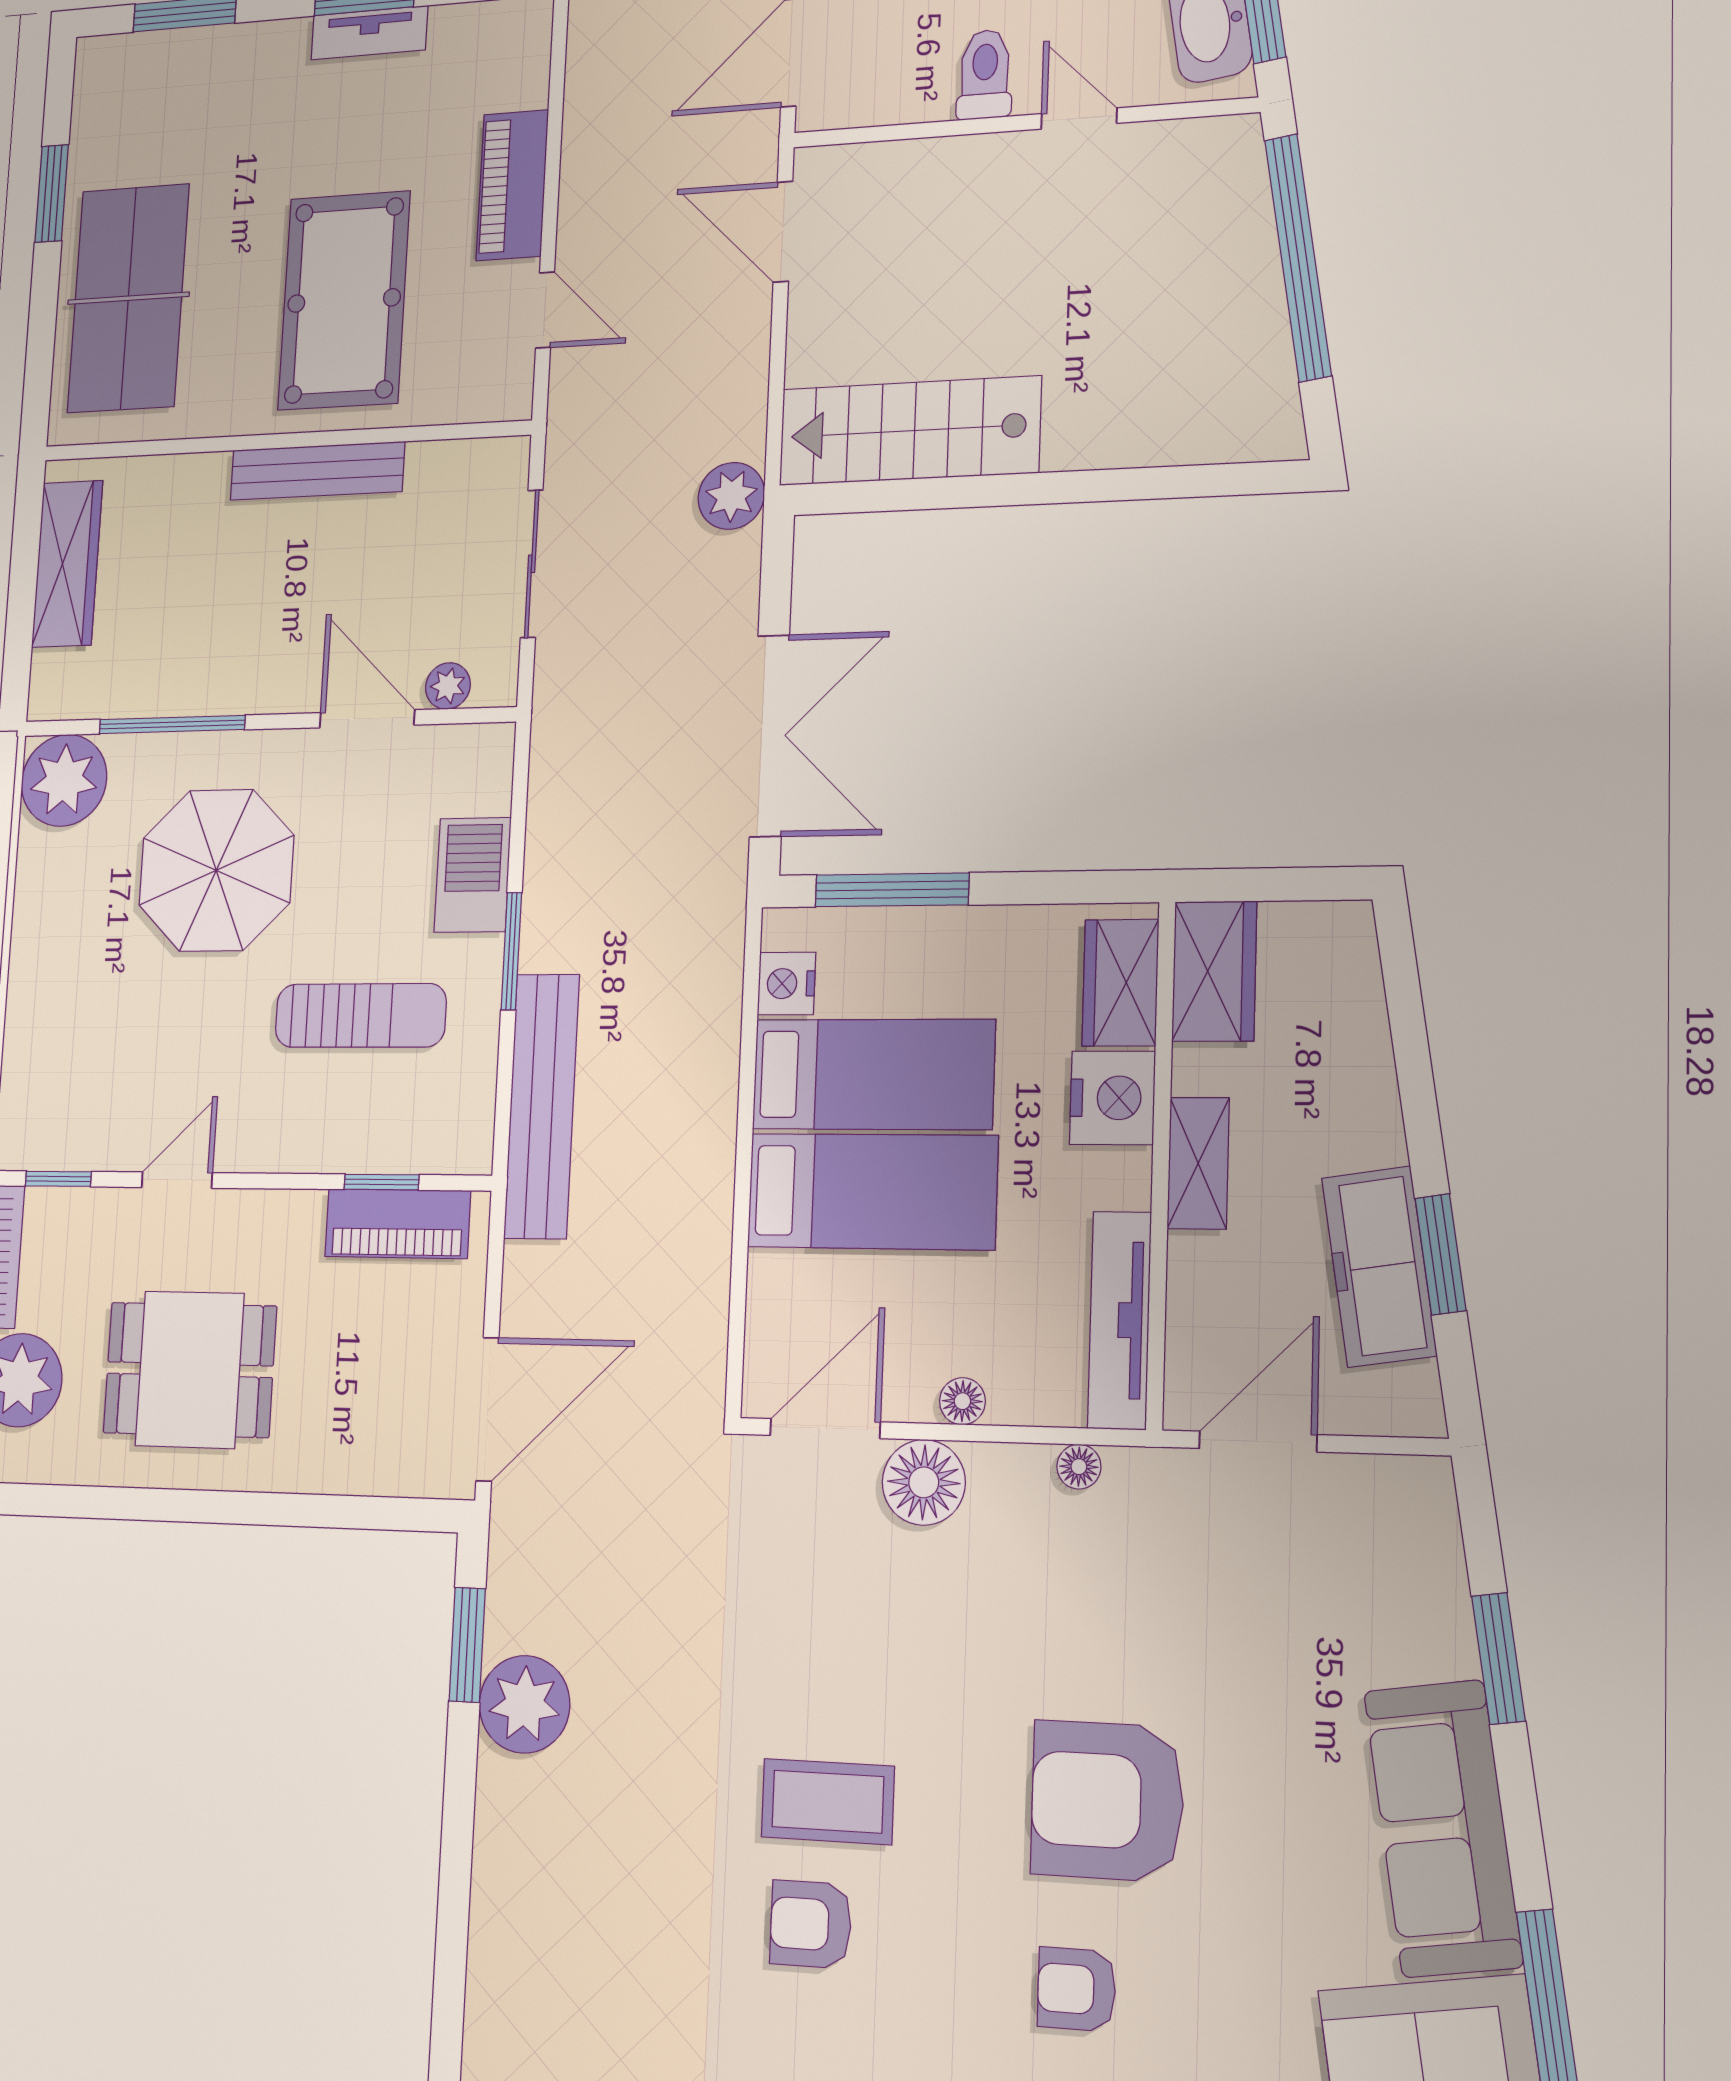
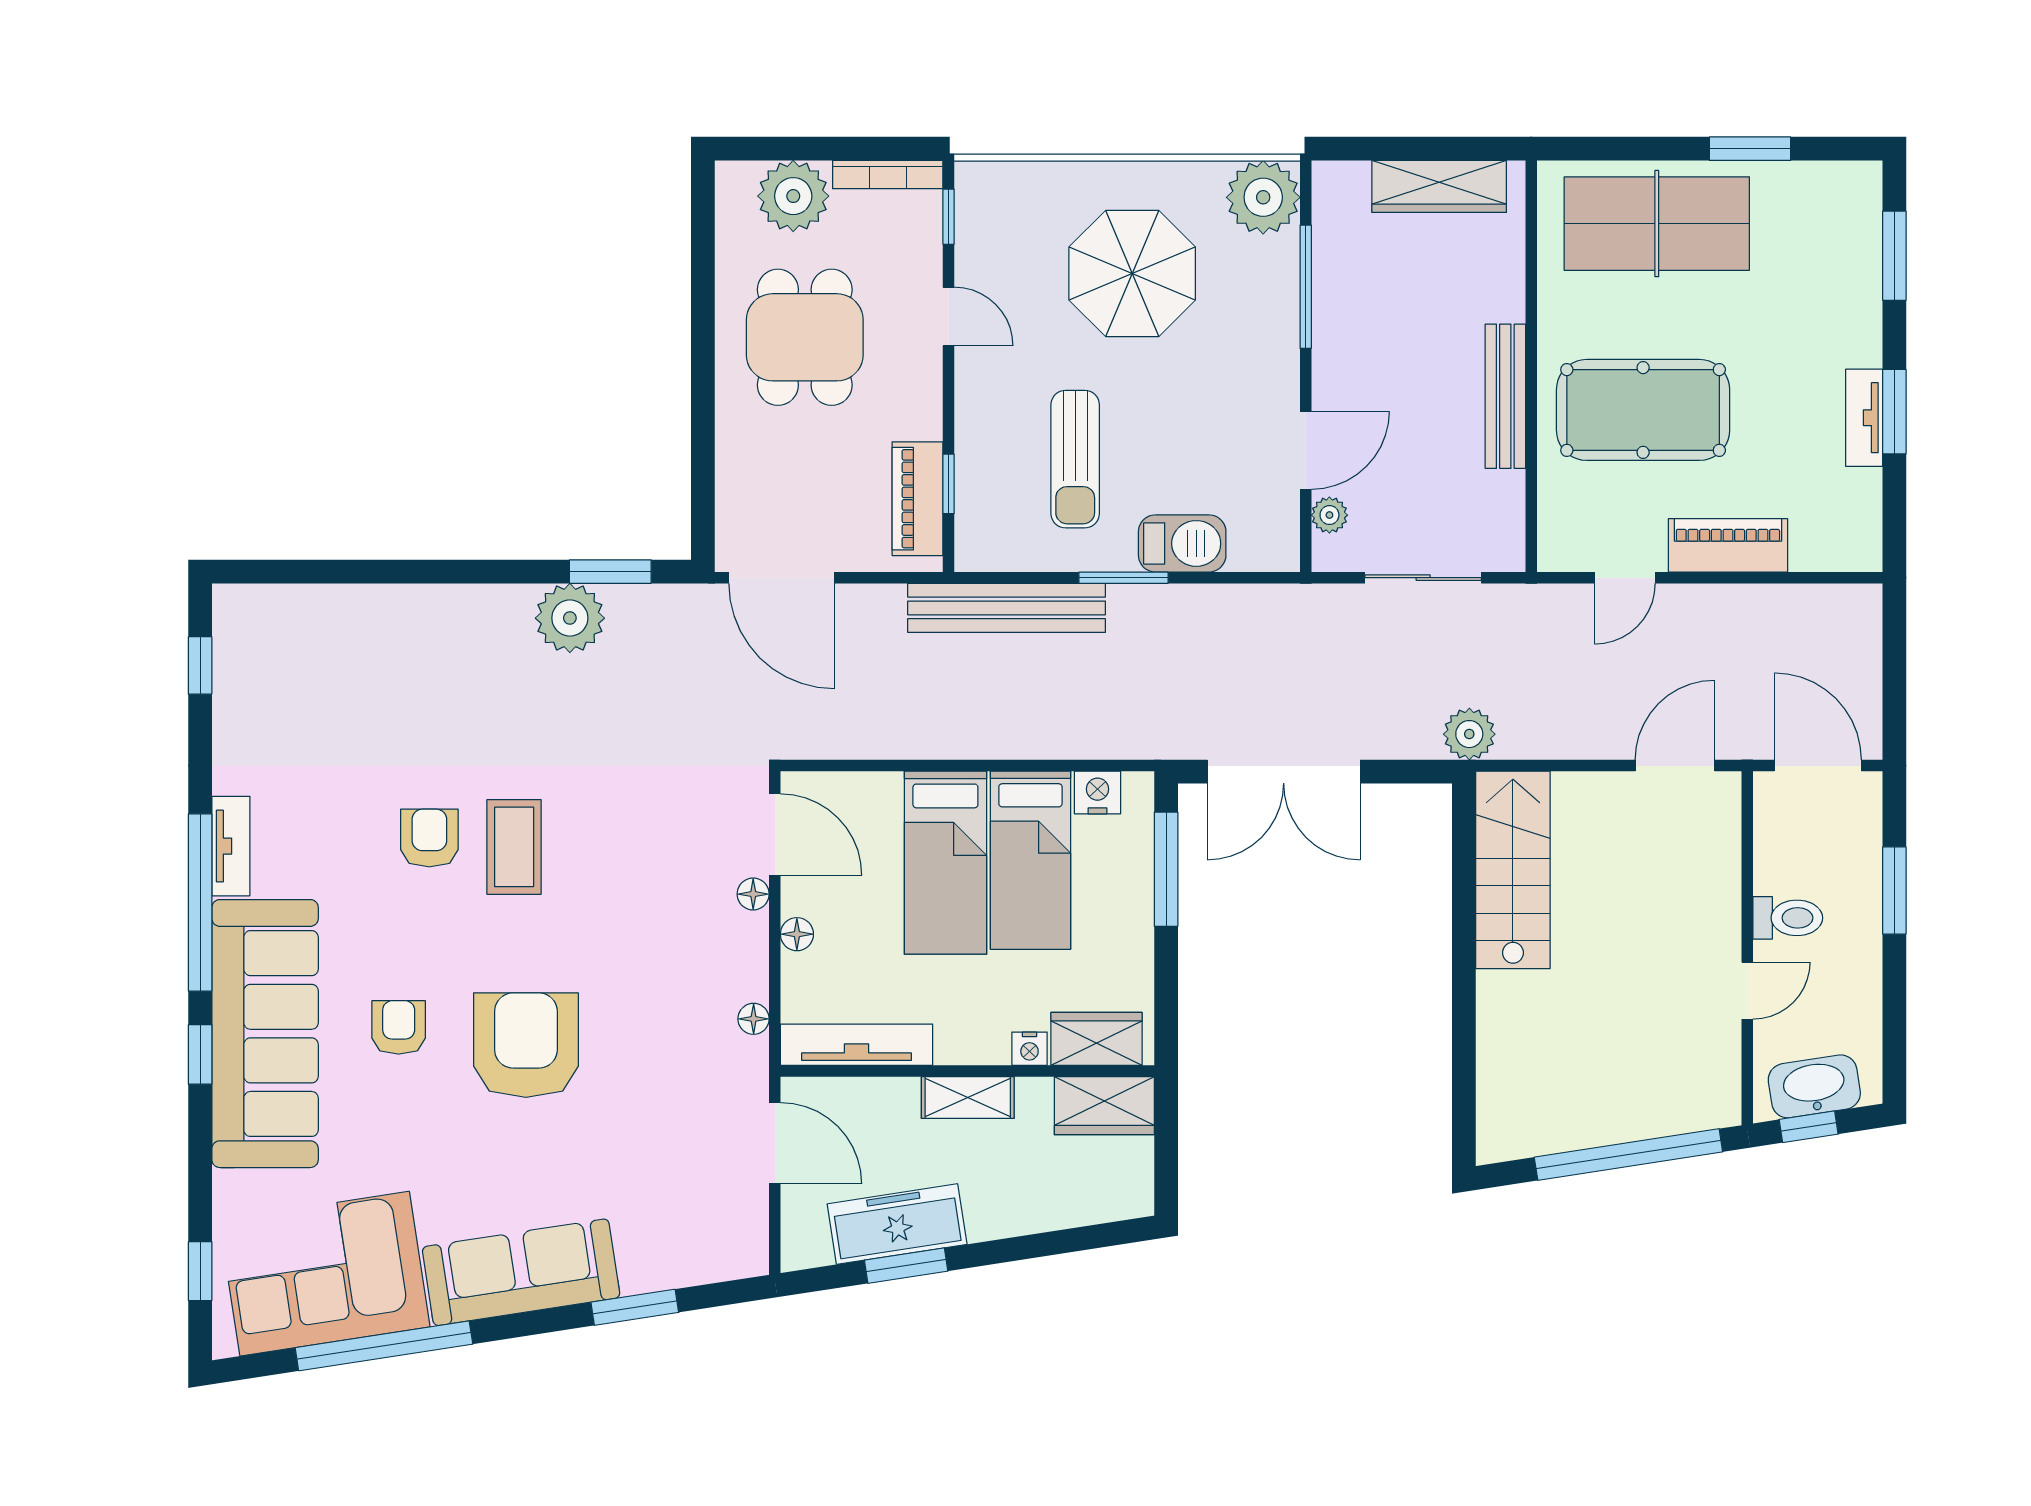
parasol: (216, 870) -> (1132, 274), moved
nightstand: (1112, 1098) -> (1030, 1049), width x0.53, depth x0.56
floor lamp: (924, 1482) -> (753, 894), width x0.53, depth x0.53

